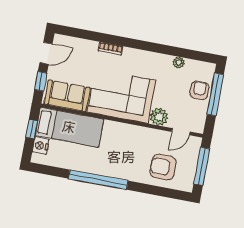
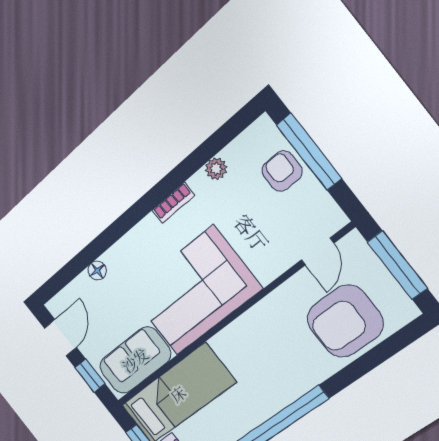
floor lamp: (92, 46) -> (97, 271), added
bookcase: (110, 49) -> (173, 203), moved
plant: (159, 117) -> (268, 264), removed
armchair: (163, 167) -> (345, 321), width x1.36, depth x1.36

